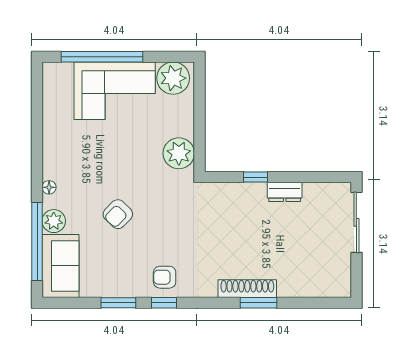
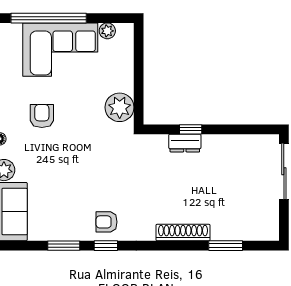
plant: (173, 78) -> (107, 31), width x0.53, depth x0.53
dresser: (285, 192) -> (185, 143), moved
armchair: (118, 214) -> (42, 116), moved, turned 136
window: (259, 303) -> (226, 246), moved

